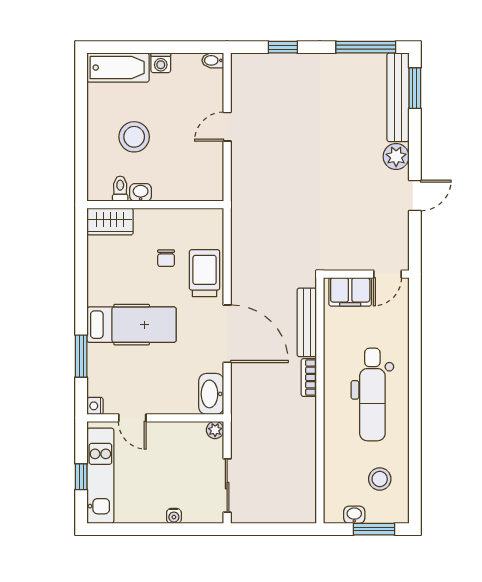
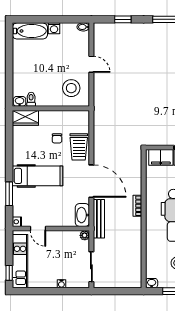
door: (227, 127) -> (91, 64), swing flipped
stool: (134, 137) -> (71, 88), moved
washbasin: (141, 192) -> (20, 101), moved
trolley: (205, 273) -> (79, 147), turned 180
bench: (307, 322) -> (99, 219), moved
window: (81, 477) -> (9, 273), moved
washbasin: (354, 515) -> (152, 283), moved

